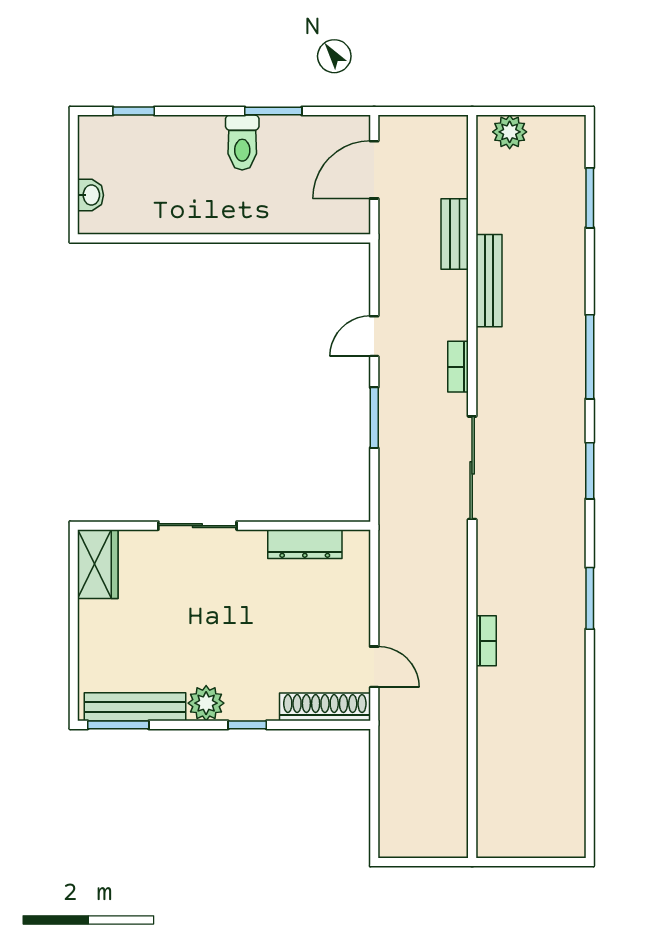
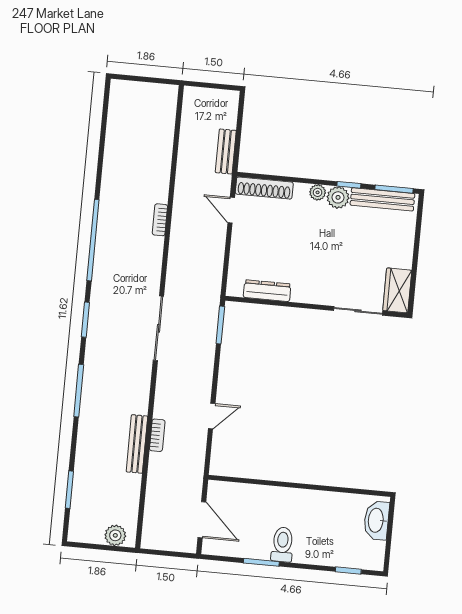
door: (374, 170) -> (202, 520), hinge flipped
washbasin: (91, 195) -> (376, 520), width x1.91, depth x1.45
bench: (455, 234) -> (226, 152), moved
bookcase: (458, 367) -> (157, 435), moved
window: (374, 418) -> (220, 325), moved
sliding door: (197, 526) -> (358, 311), moved
window: (590, 598) -> (93, 240), width x2.11
plant: (239, 708) -> (318, 192), added
window: (247, 725) -> (349, 185), moved

